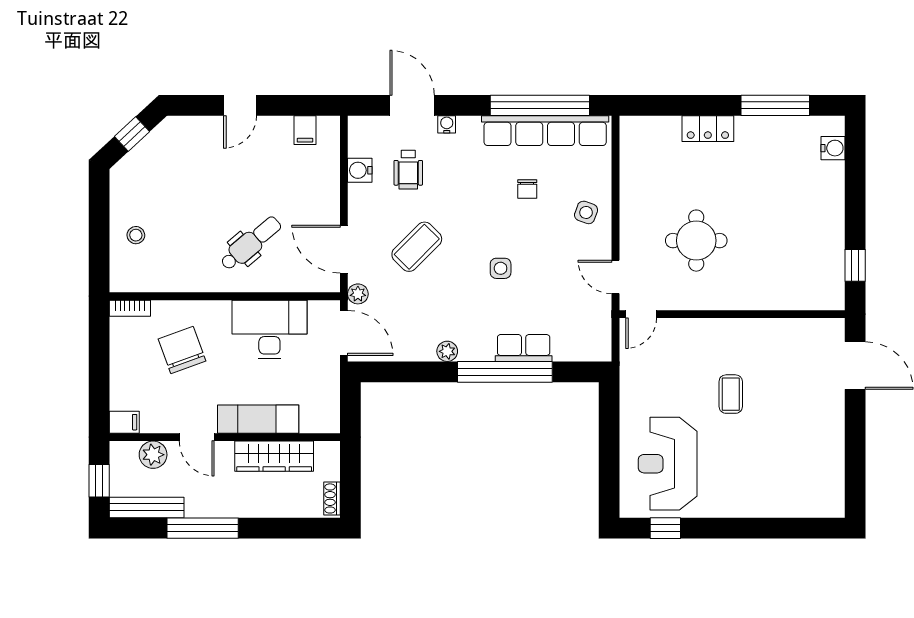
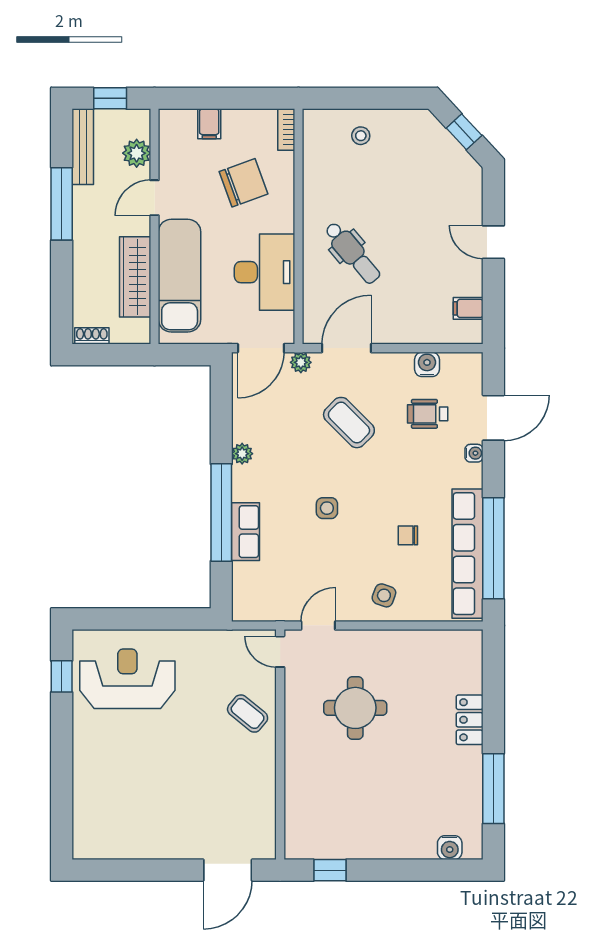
coffee table: (731, 394) -> (248, 714), moved, turned 39
exam couch: (258, 419) -> (180, 276), width x1.36, depth x1.45
filing cabinet: (124, 422) -> (209, 124), moved

